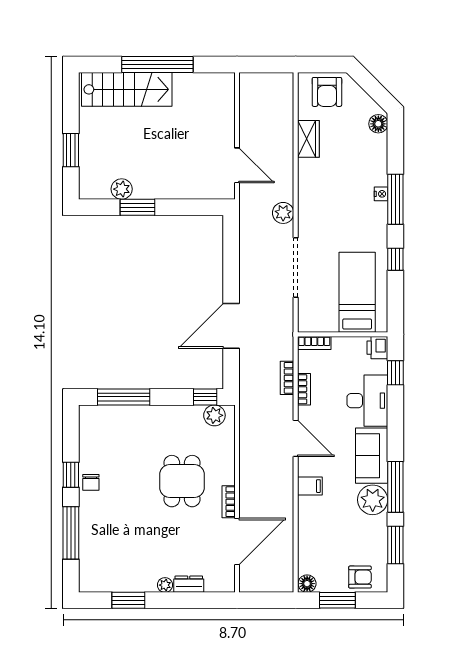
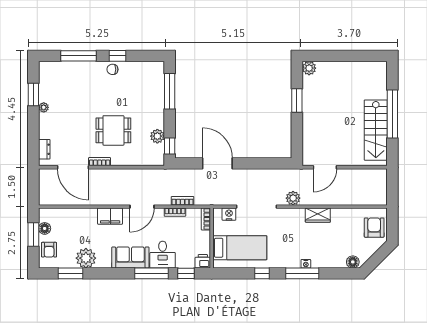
stairs: (127, 89) -> (376, 130), moved
armchair: (327, 92) -> (374, 228), turned 90
wardrobe: (308, 139) -> (318, 215), moved
window: (71, 150) -> (335, 56), removed
plant: (122, 189) -> (309, 68), moved
nightstand: (307, 309) -> (229, 214), added
desk: (367, 401) -> (163, 255), width x0.73
plant: (214, 415) -> (157, 136), moved
filing cabinet: (310, 486) -> (110, 216), width x2.00
window: (395, 487) -> (152, 273), moved
plant: (373, 500) -> (86, 258), moved
dresser: (189, 584) -> (44, 149), moved
floor lamp: (307, 584) -> (45, 228), moved
plant: (165, 585) -> (44, 107), moved

